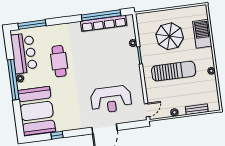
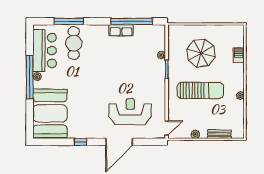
row of seats: (104, 23) -> (121, 30), width x0.50
window: (32, 24) -> (69, 21), moved
barbecue: (202, 34) -> (239, 55), width x0.53, depth x0.65
cafe table: (59, 61) -> (74, 43), moved
reception desk: (111, 99) -> (130, 112), turned 180
window: (57, 135) -> (80, 142), moved

